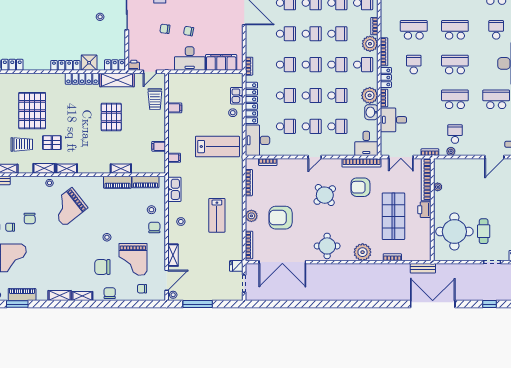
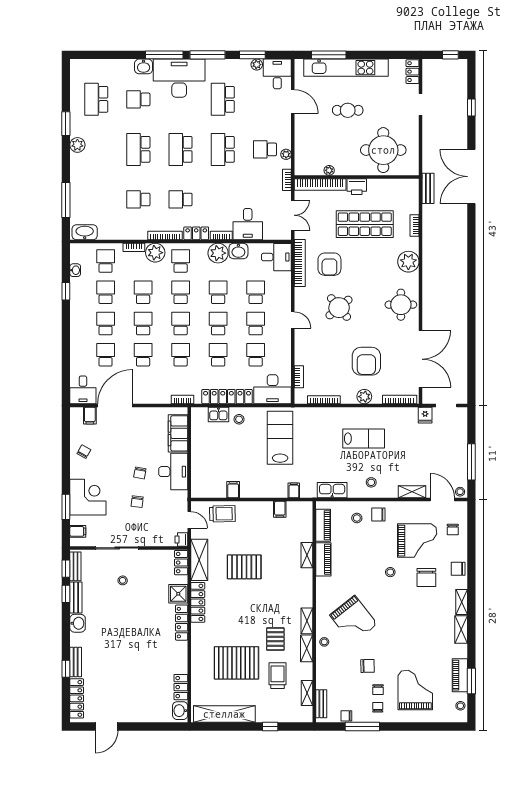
school desk: (414, 30) -> (138, 199), width x0.54
cafe table: (484, 231) -> (348, 110), moved

